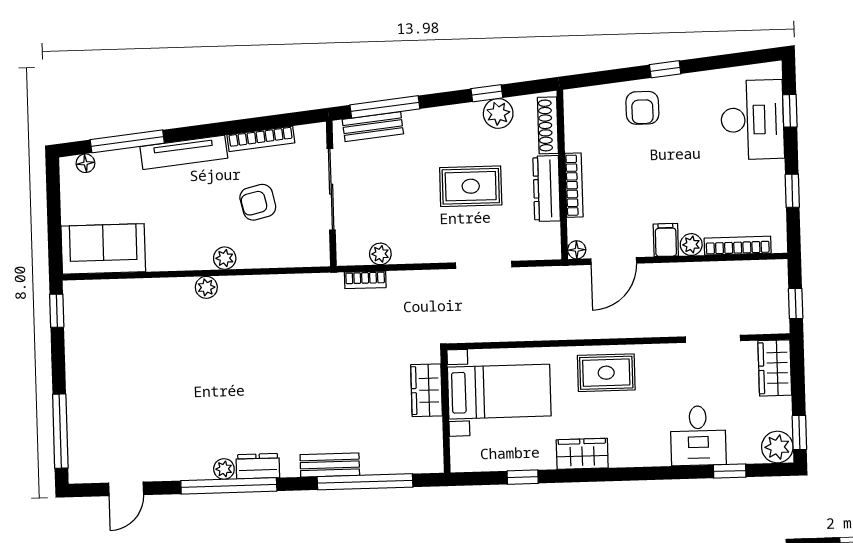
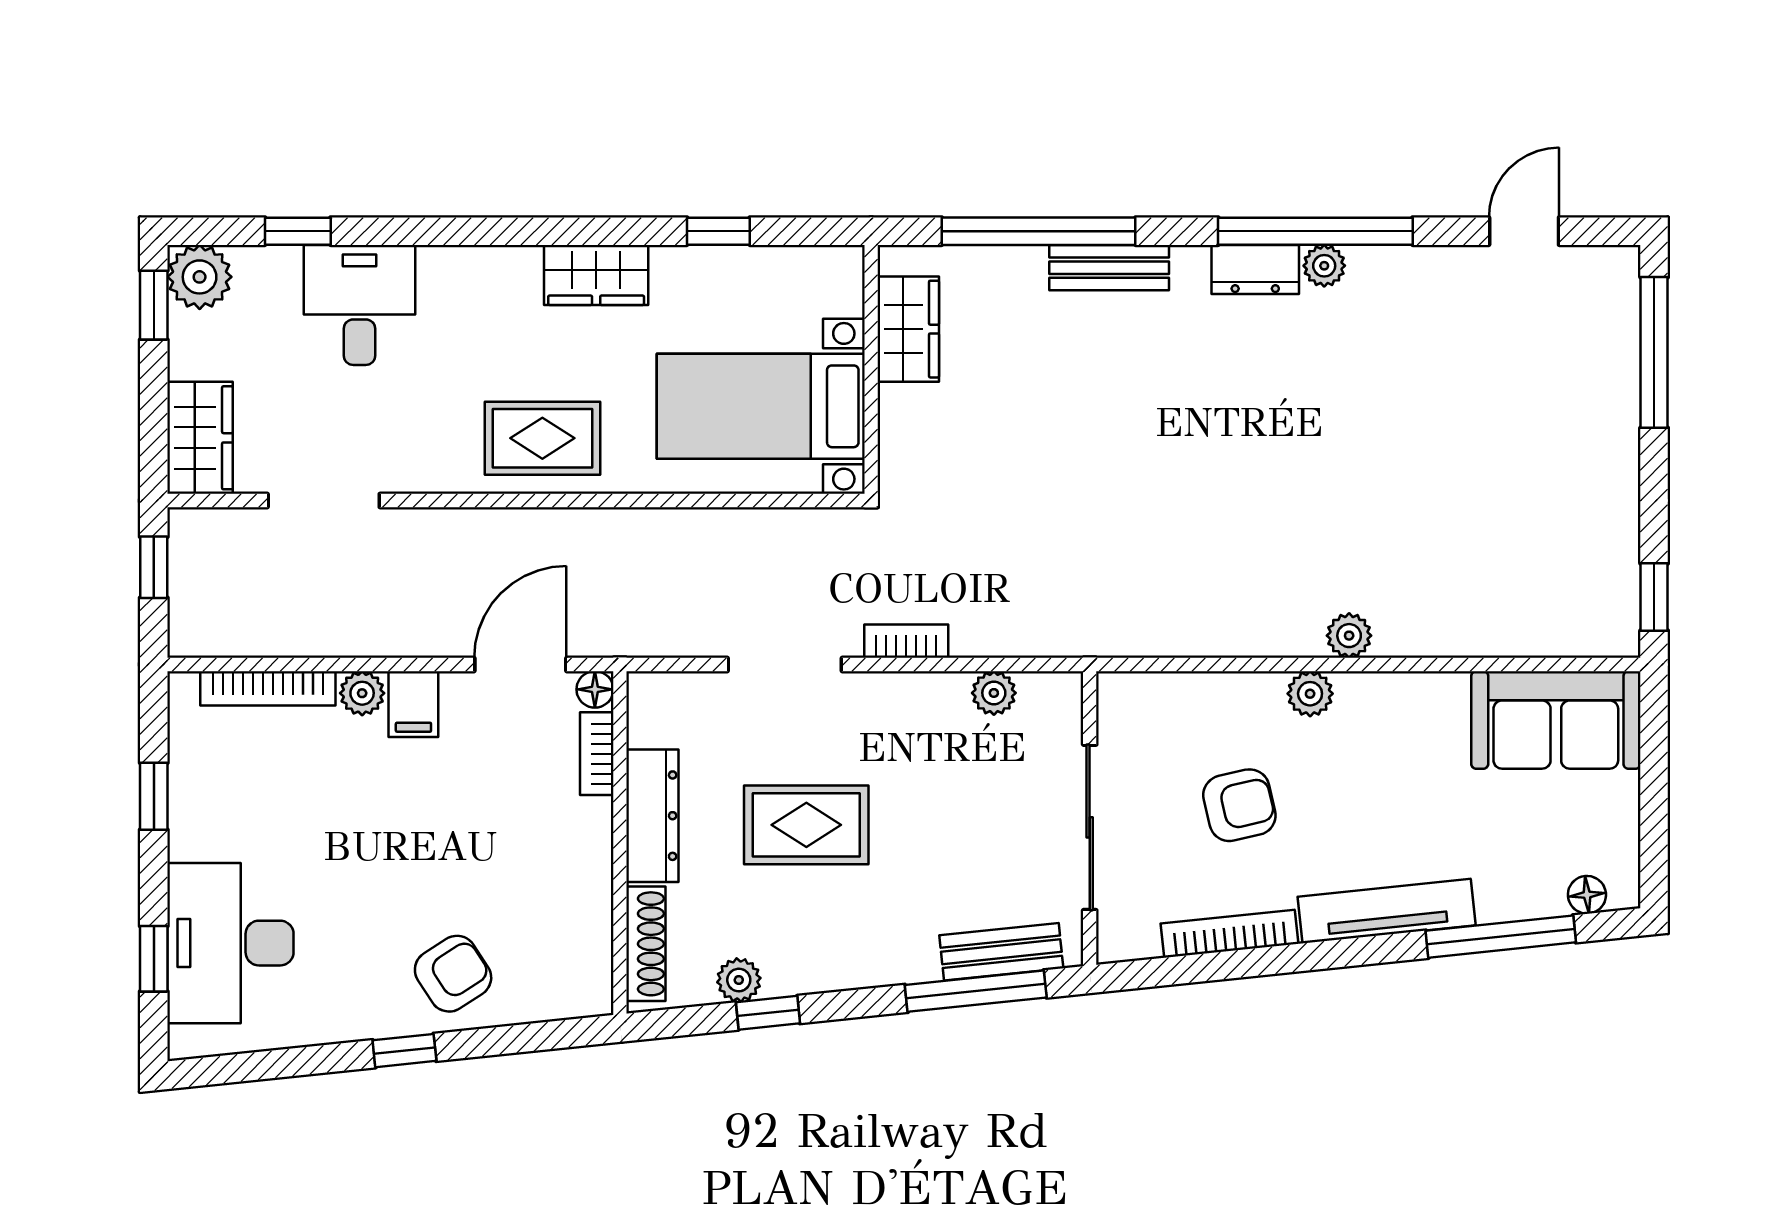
armchair: (642, 108) -> (453, 974), turned 57
plant: (498, 113) -> (739, 980), width x0.73, depth x0.73
bookcase: (574, 185) -> (597, 754), moved, width x0.64
bookcase: (365, 280) -> (906, 641), moved
wardrobe: (426, 390) -> (908, 329), moved

